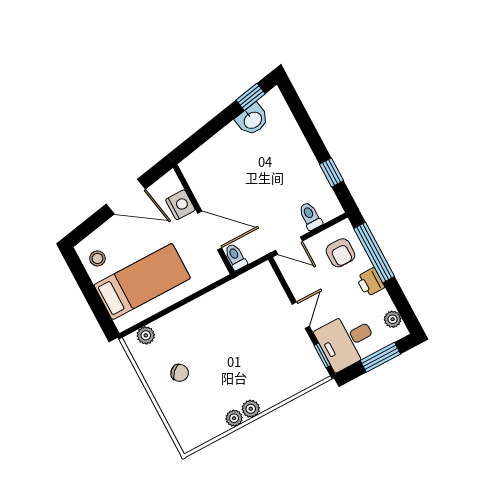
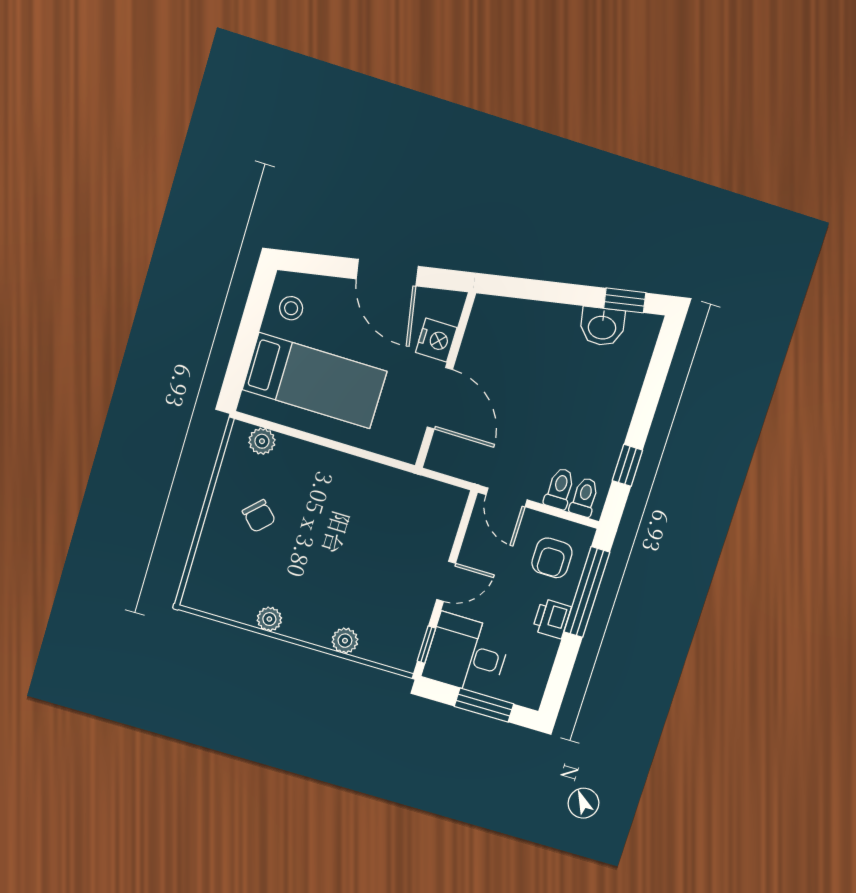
toilet: (236, 257) -> (584, 497), moved
plant: (393, 319) -> (536, 679), removed
plant: (251, 409) -> (345, 641), moved

